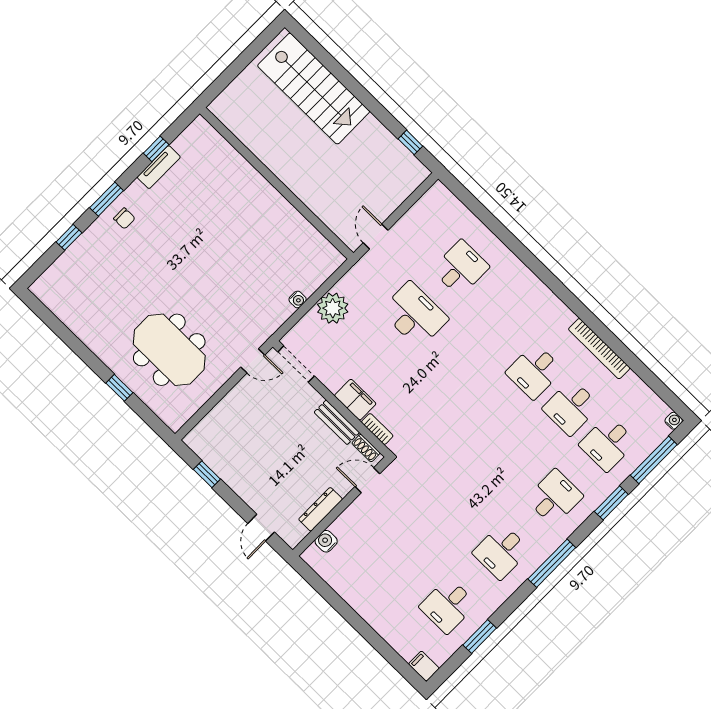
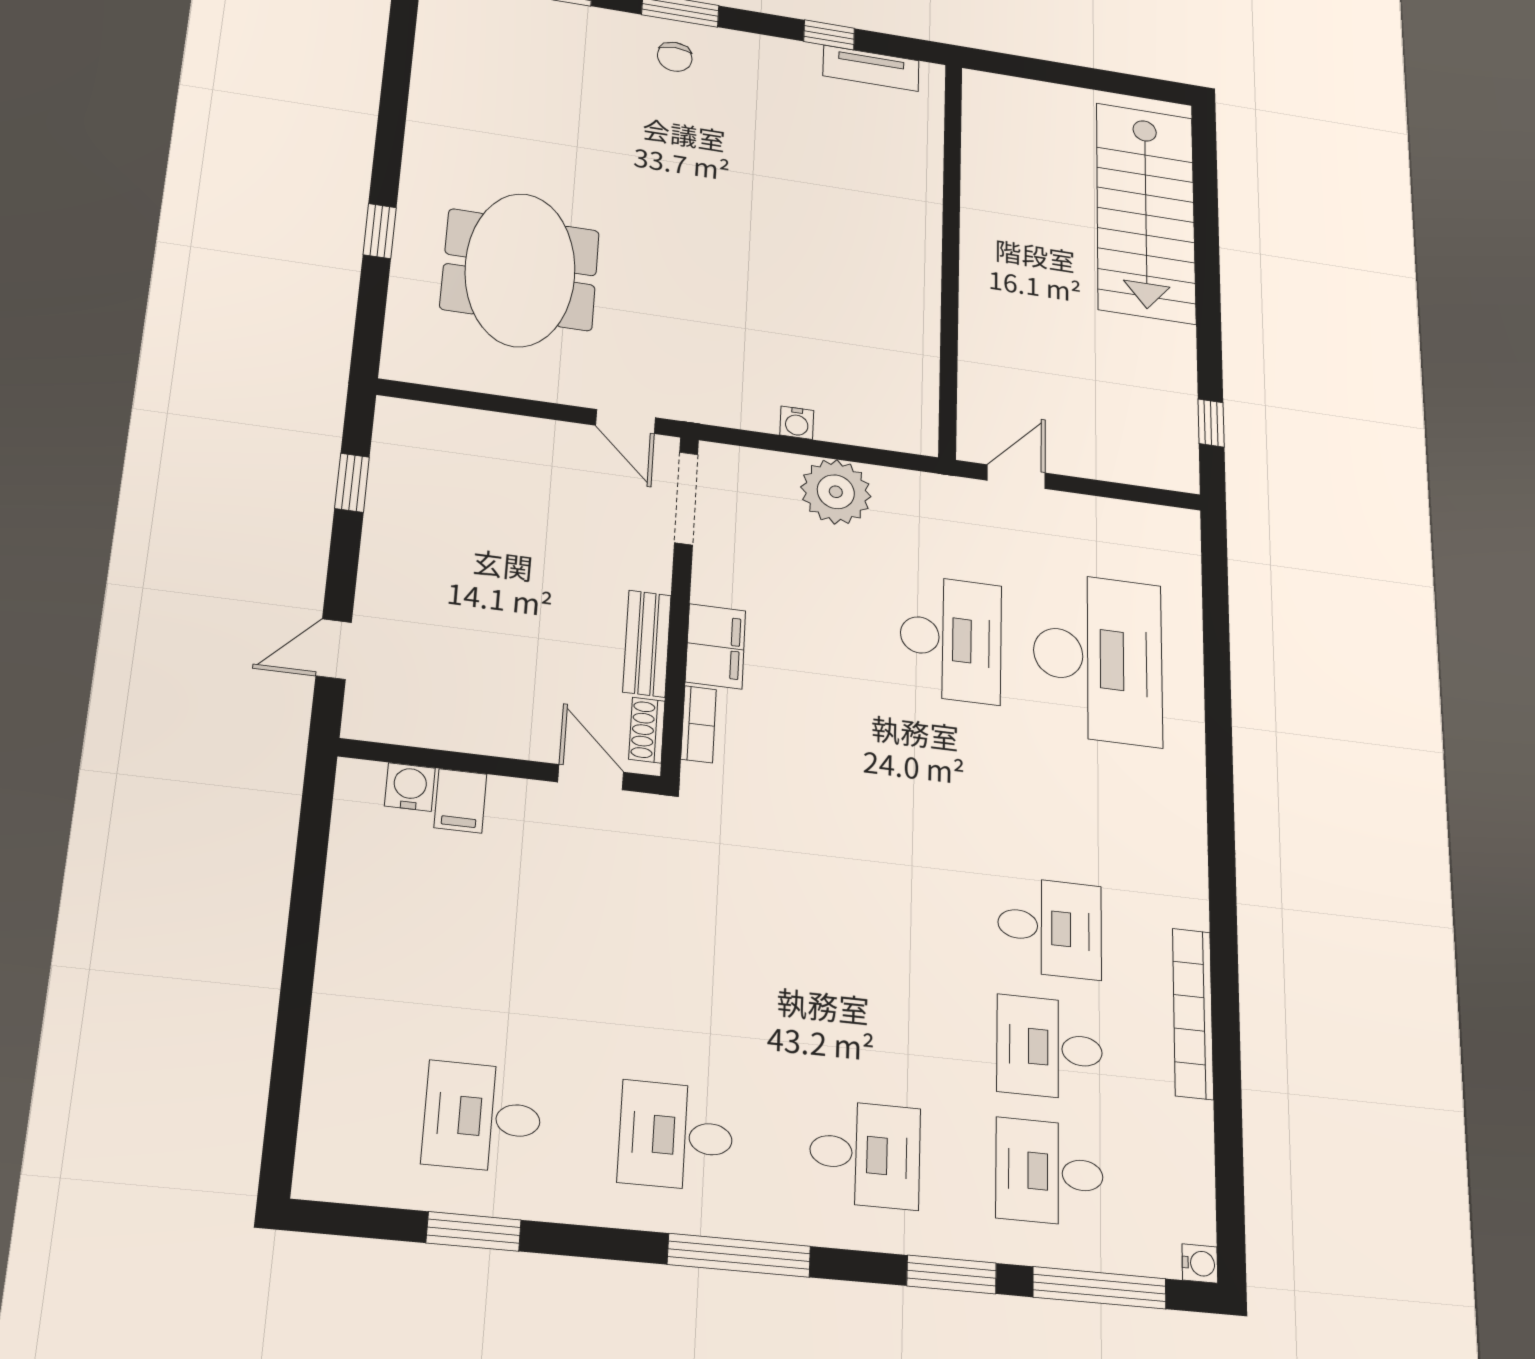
tv unit: (159, 167) -> (871, 68), moved
desk: (461, 268) -> (1098, 658), width x1.87, depth x1.30
desk: (534, 371) -> (1050, 928), turned 180
dresser: (321, 509) -> (462, 732), removed
filing cabinet: (424, 666) -> (460, 801), moved, turned 180

